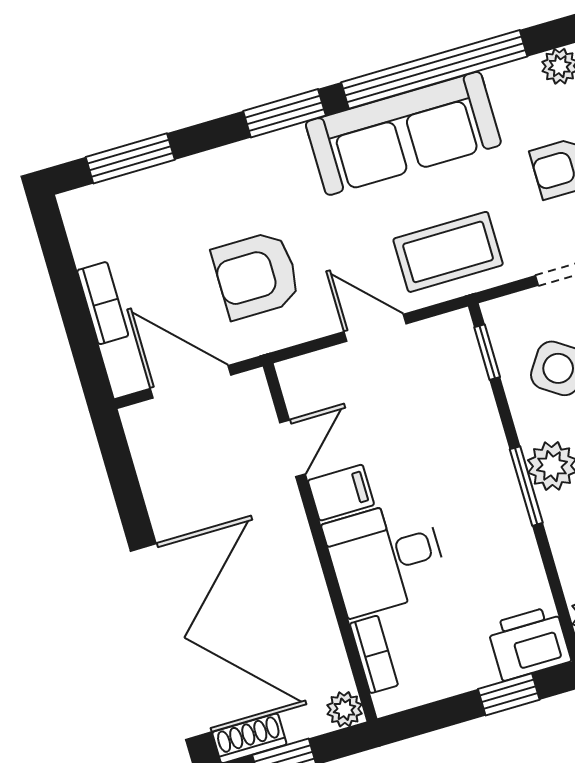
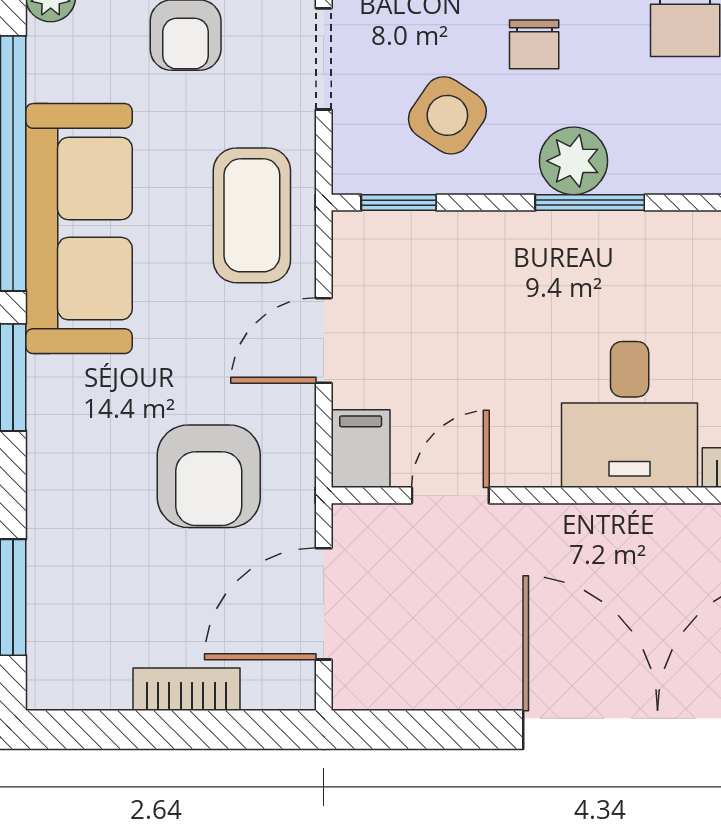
door: (293, 448) -> (450, 495), hinge flipped
filing cabinet: (341, 493) -> (361, 449), moved

